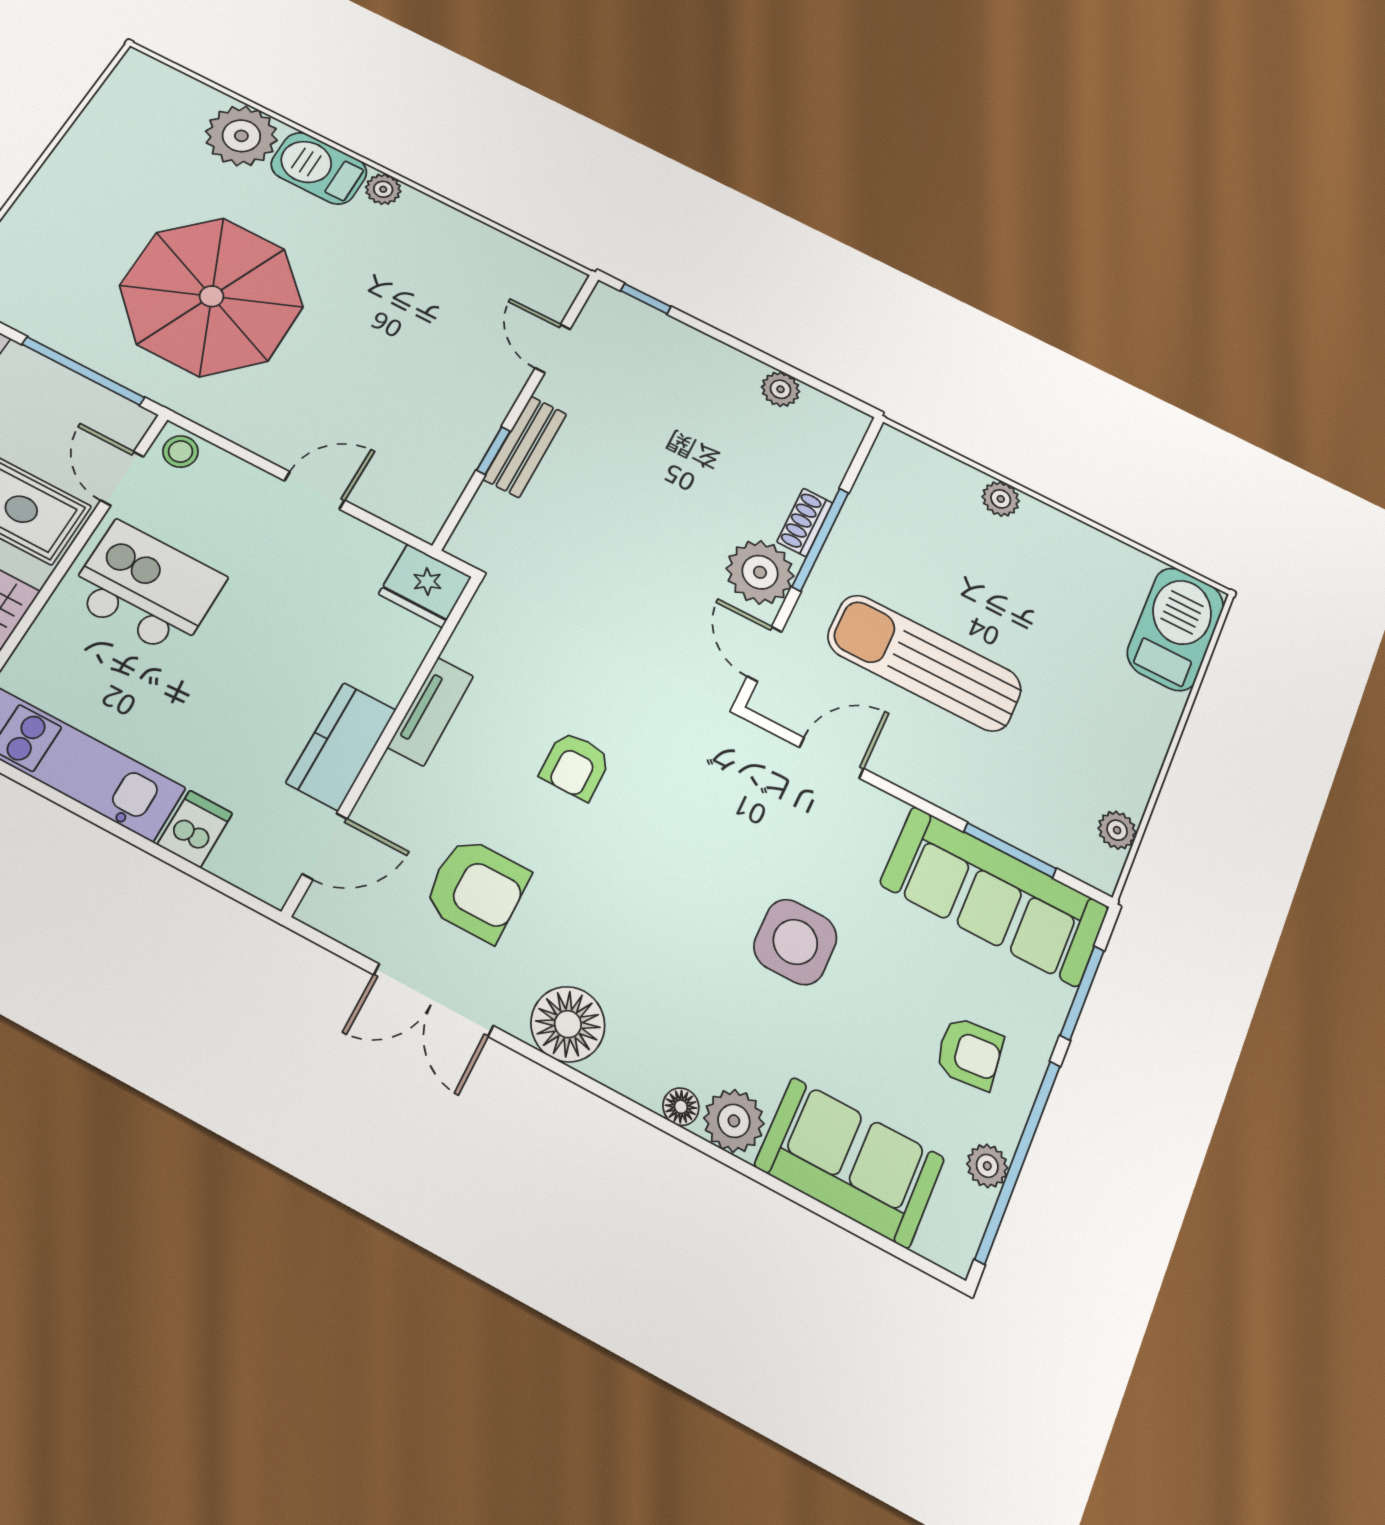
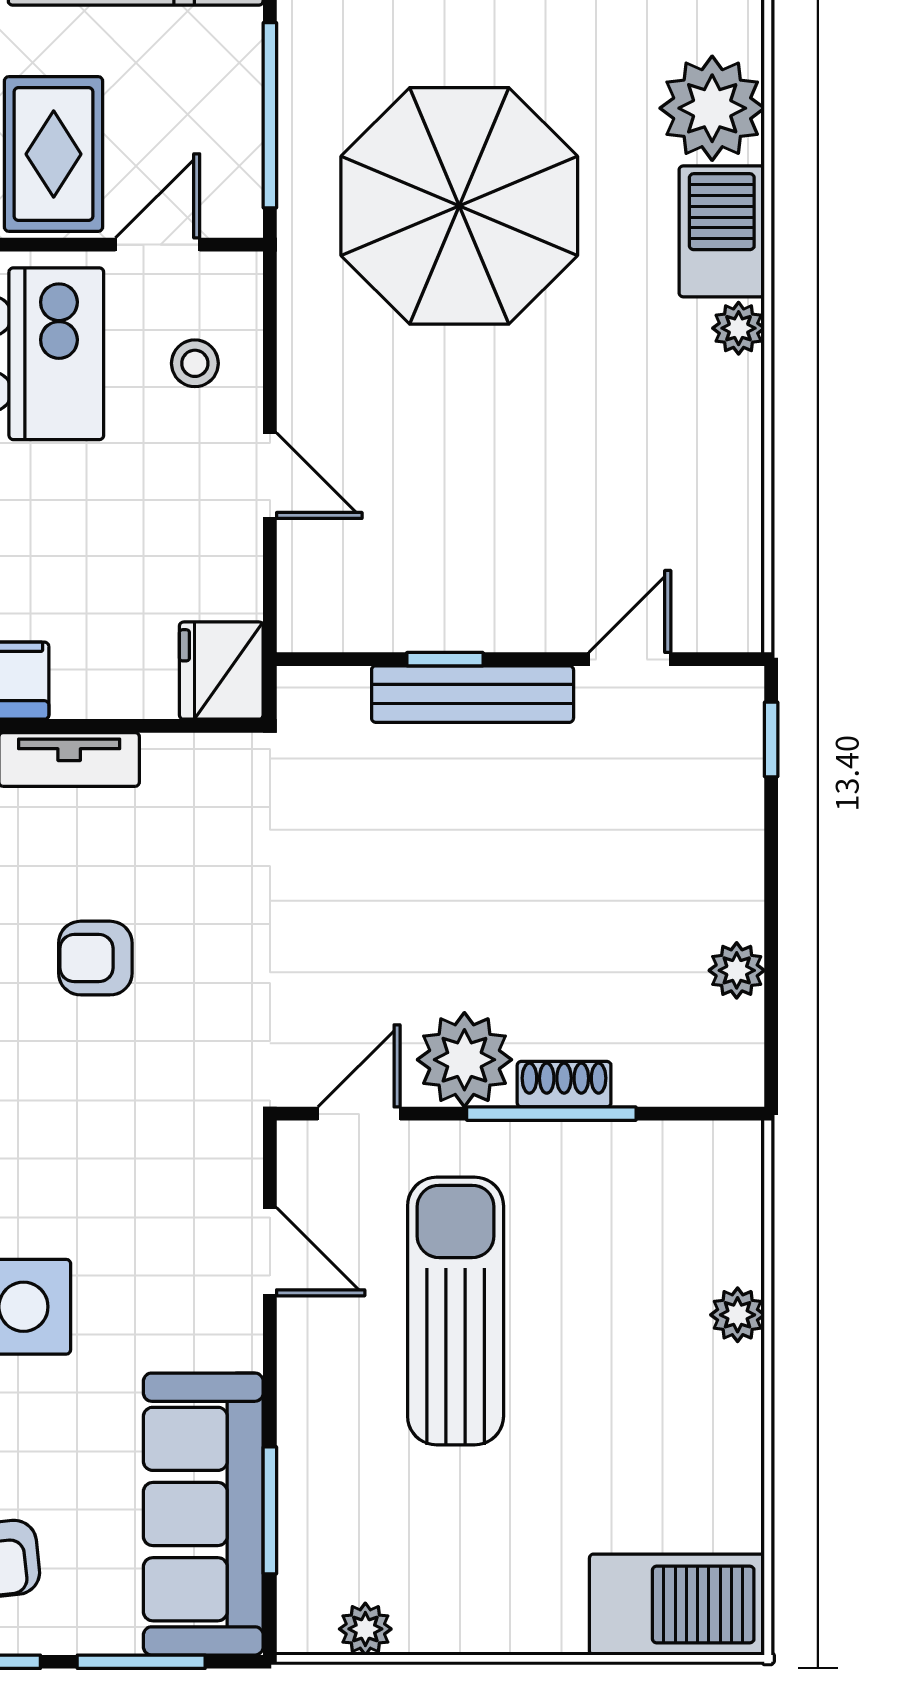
bench: (525, 446) -> (473, 694), width x1.36
stool: (180, 451) -> (195, 363), moved

